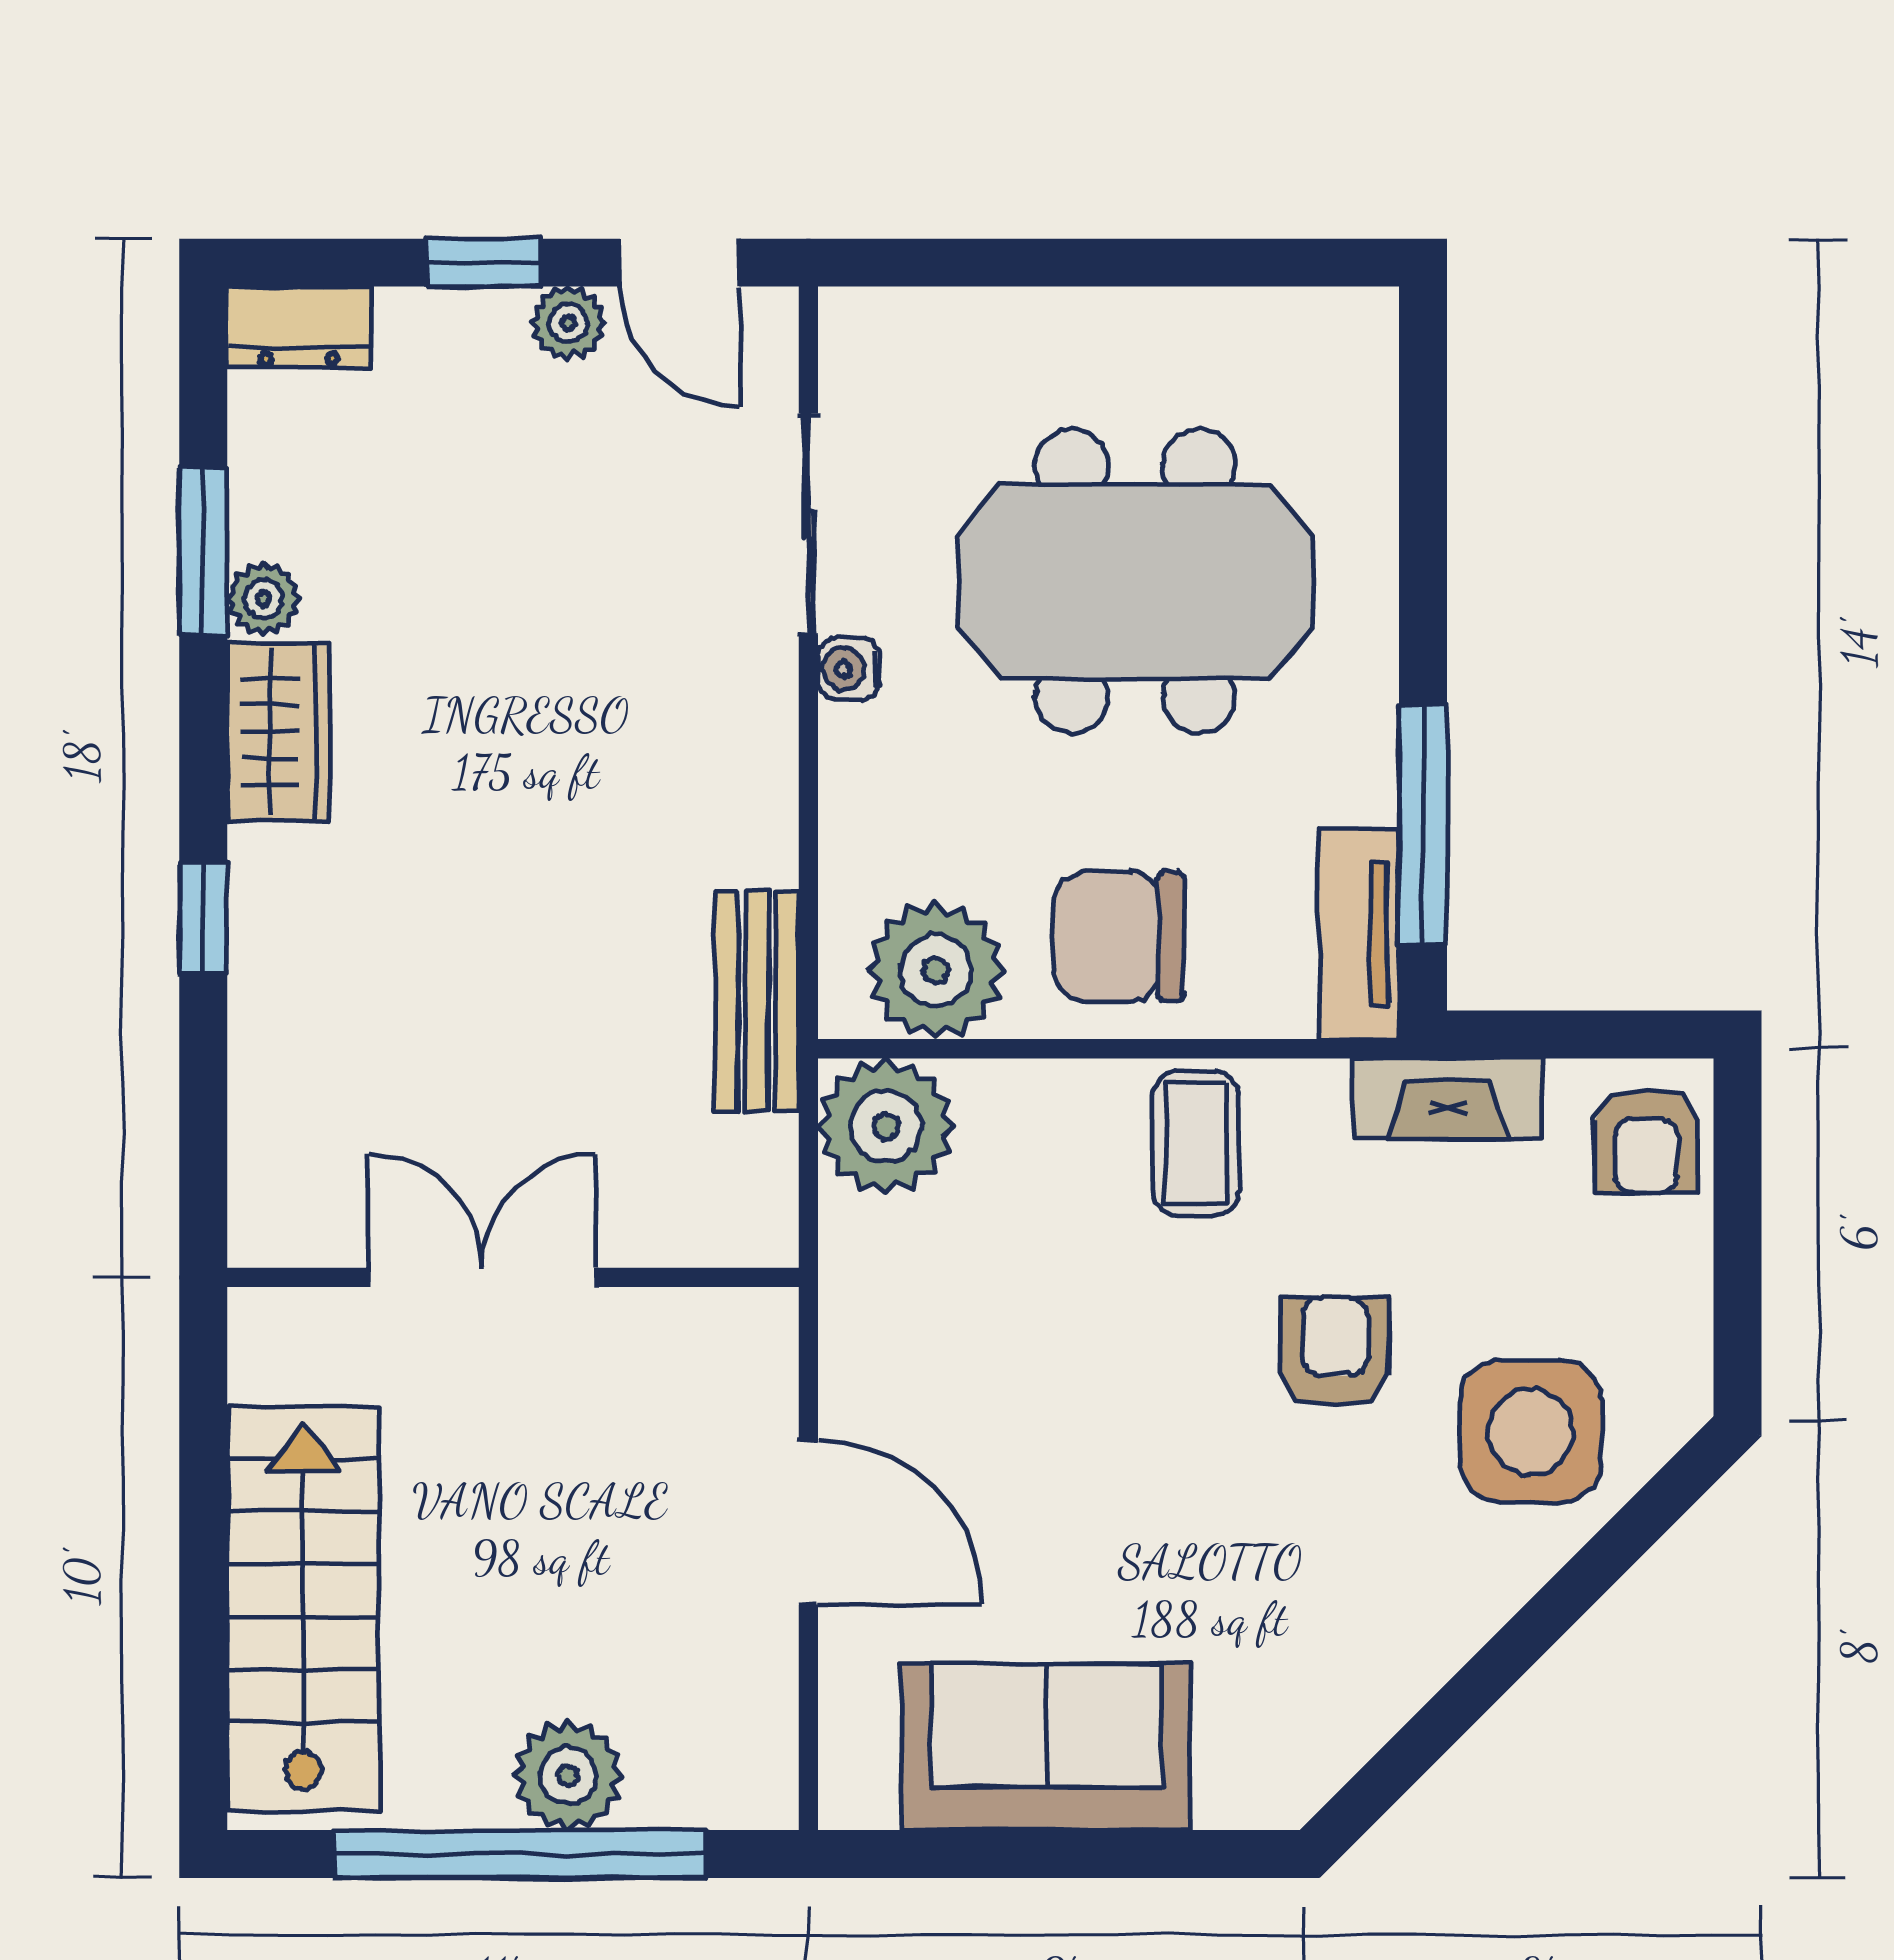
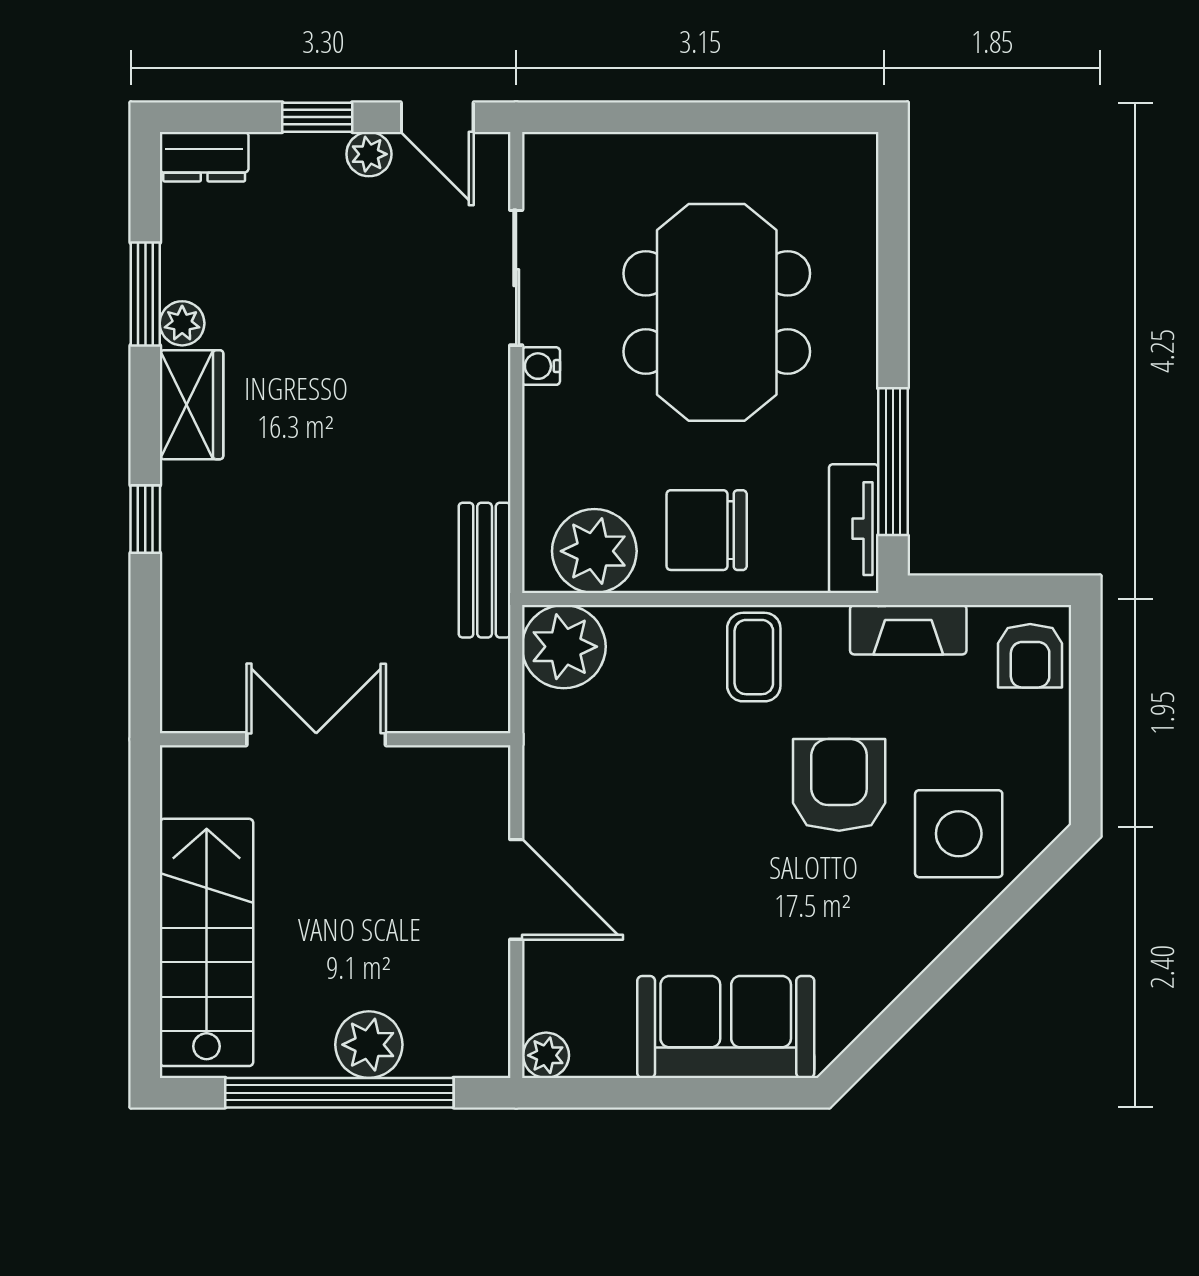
meeting table: (1135, 581) -> (717, 312), turned 90
armchair: (1335, 1352) -> (839, 785), width x1.38, depth x1.38
sofa: (1046, 1747) -> (726, 1027), moved
plant: (857, 1793) -> (546, 1055), added

